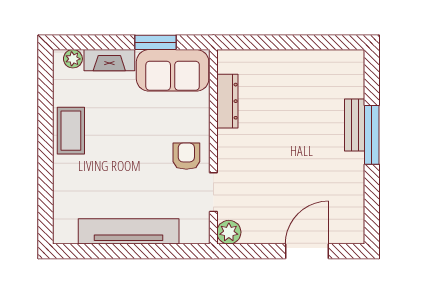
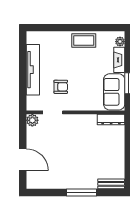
dresser: (227, 101) -> (111, 120), moved
bench: (355, 125) -> (111, 184), moved
armchair: (186, 156) -> (61, 87), moved

